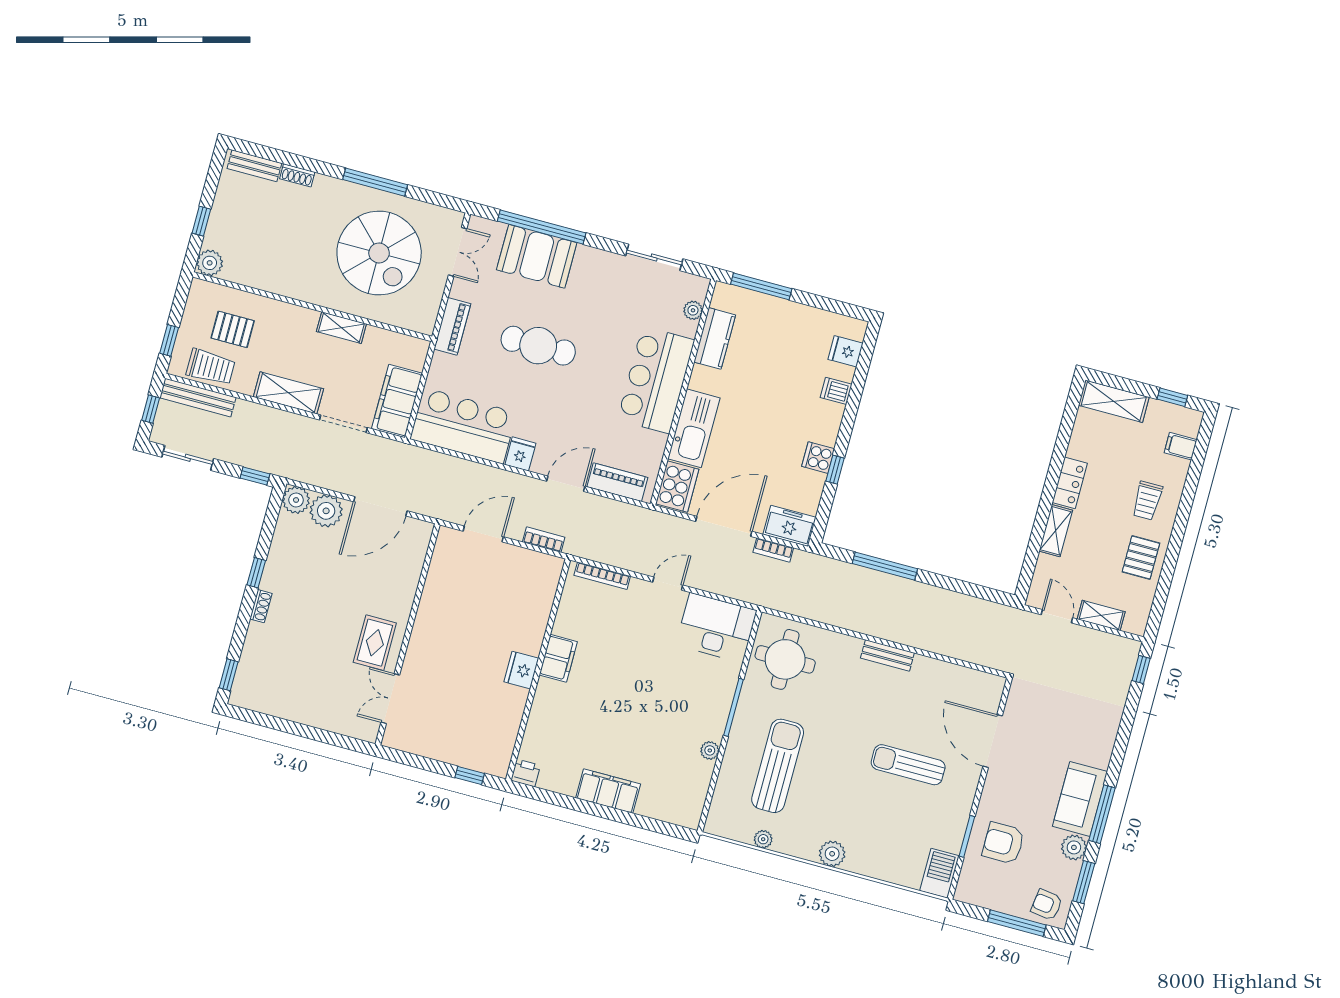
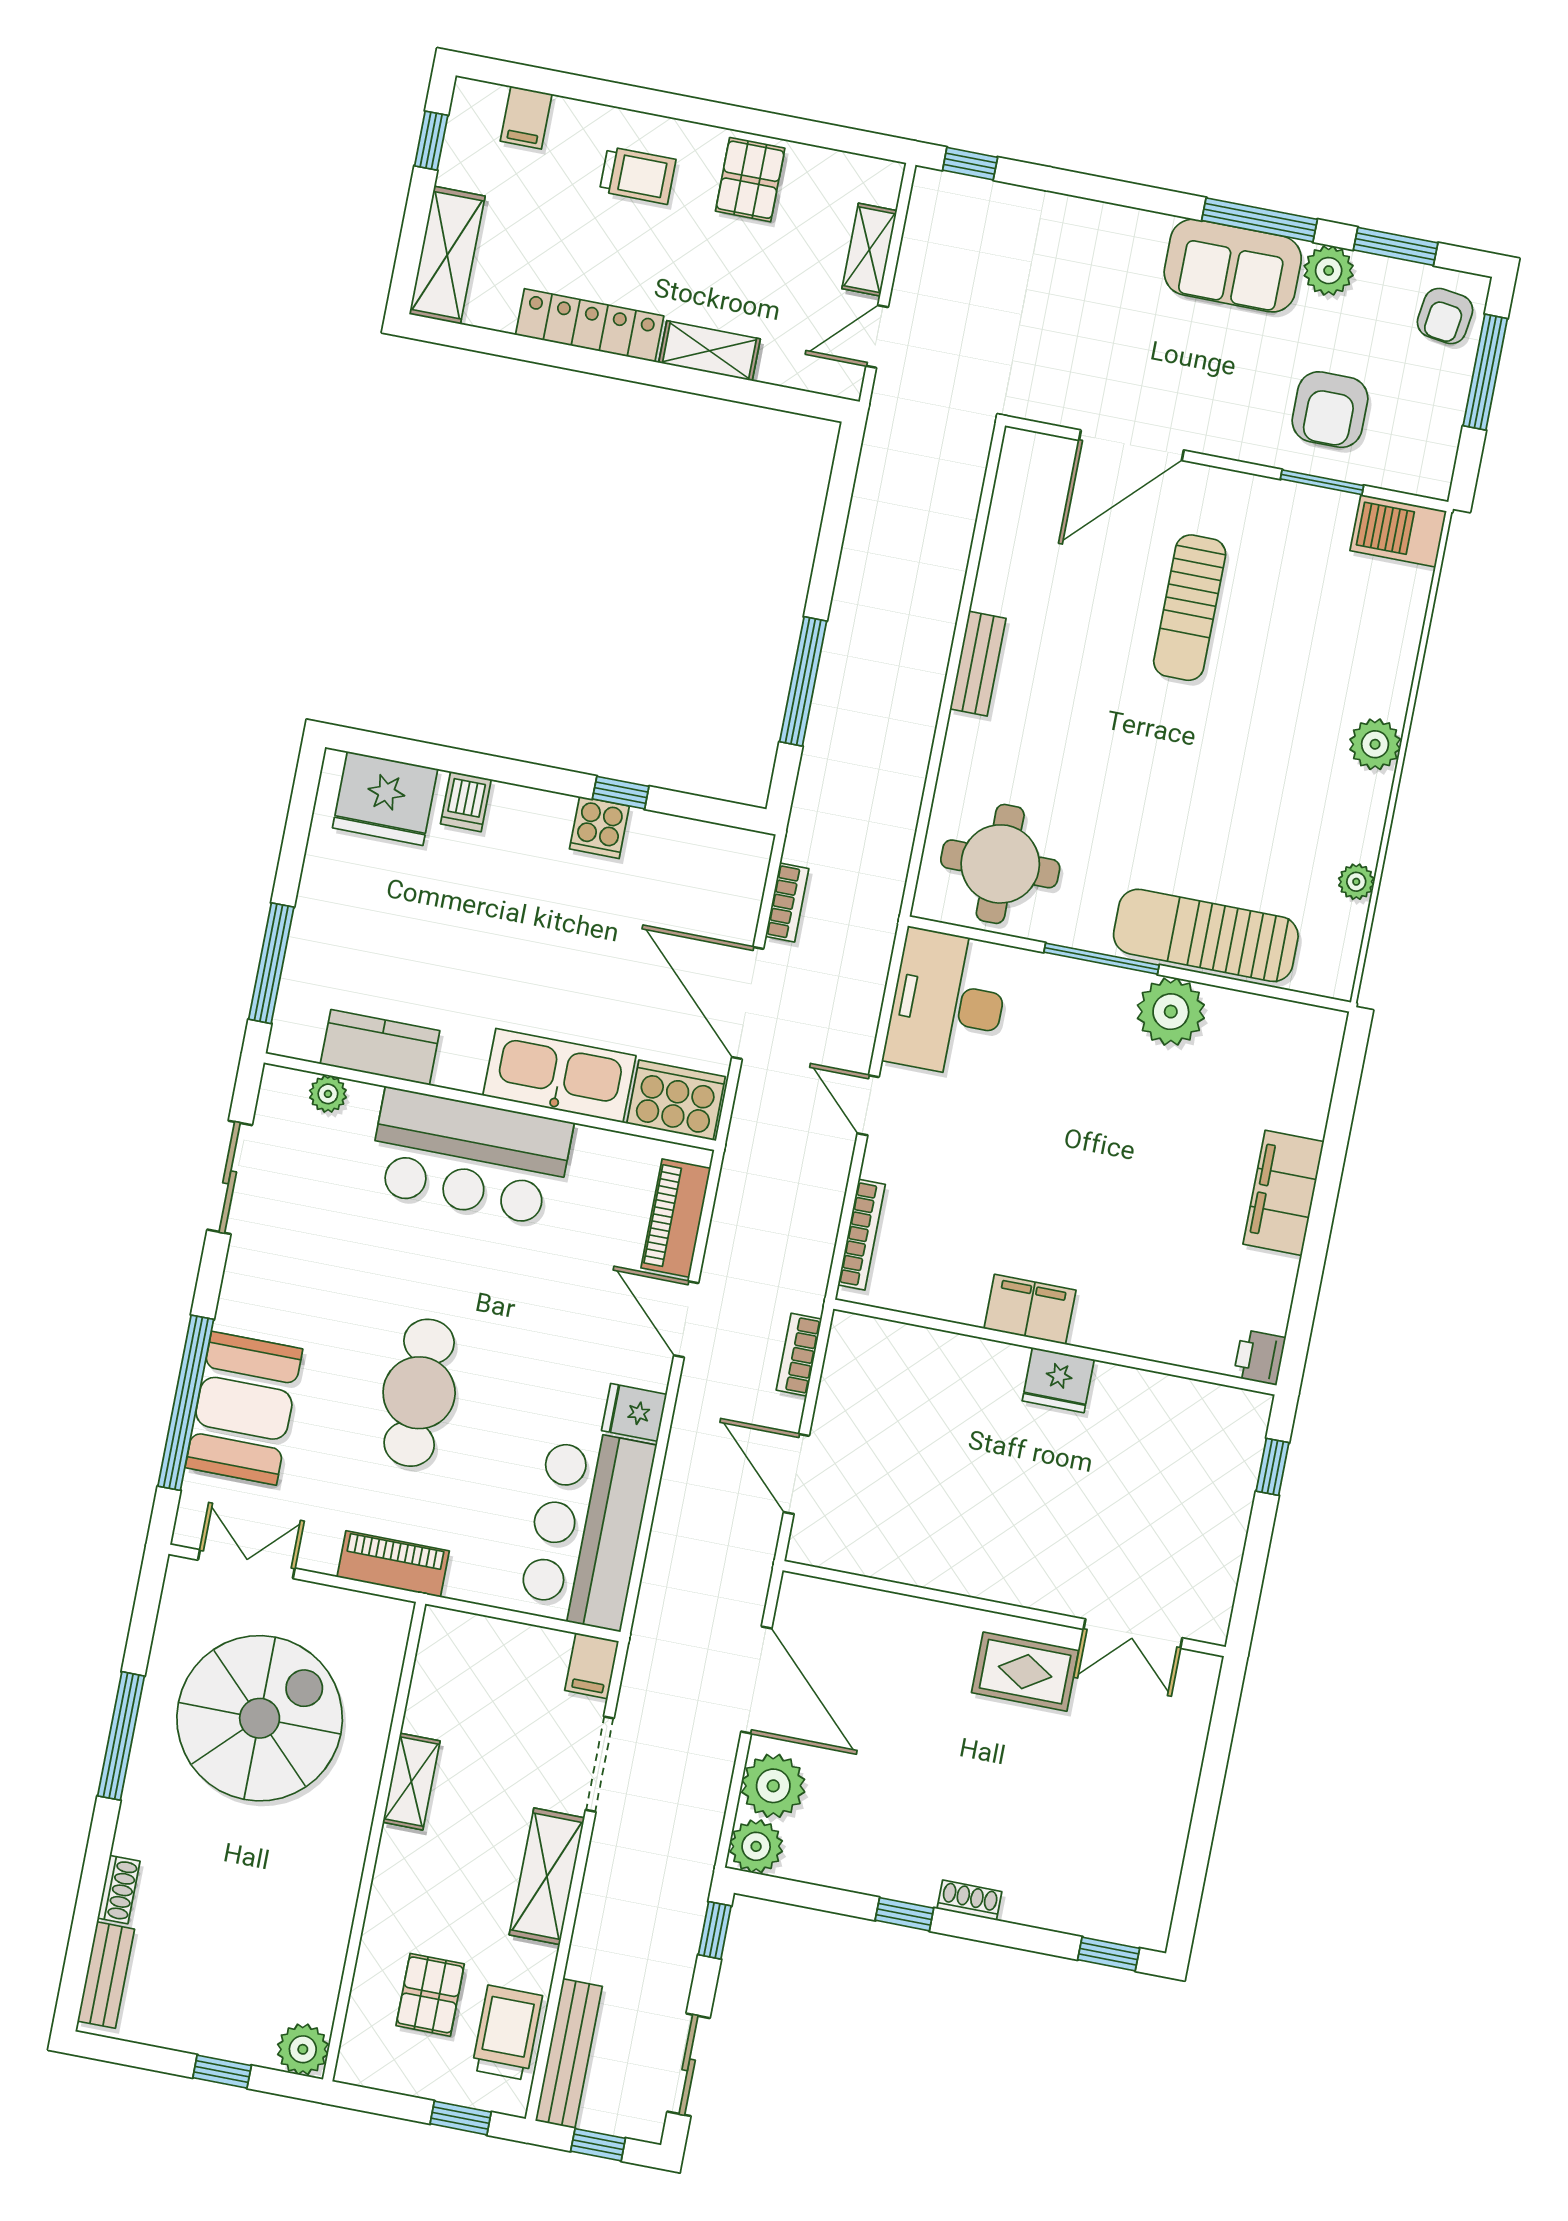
fridge: (846, 351) -> (385, 798), width x1.88, depth x1.34
filing cabinet: (397, 401) -> (592, 1666), width x0.33, depth x0.86
locker: (1070, 483) -> (590, 325), width x1.53
freezer: (789, 526) -> (737, 874), removed
pallet: (1141, 558) -> (750, 180), turned 90
plant: (710, 750) -> (1171, 1012), width x1.87, depth x1.87
sun lounger: (778, 766) -> (1206, 935), moved

